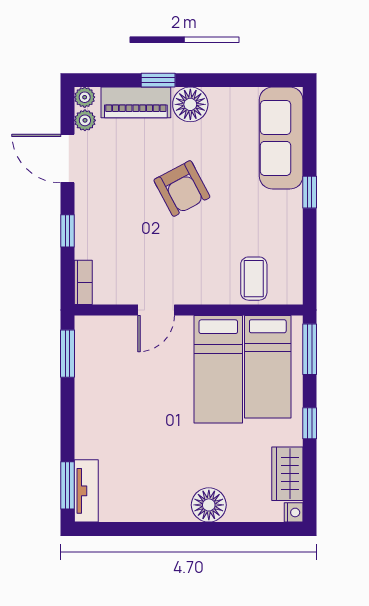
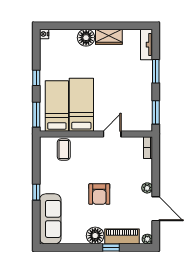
plant: (85, 120) -> (147, 188), moved
armchair: (182, 188) -> (99, 194), turned -152
window: (68, 231) -> (156, 173), removed
wardrobe: (287, 474) -> (109, 37), moved, turned 90
window: (68, 485) -> (156, 71), moved

